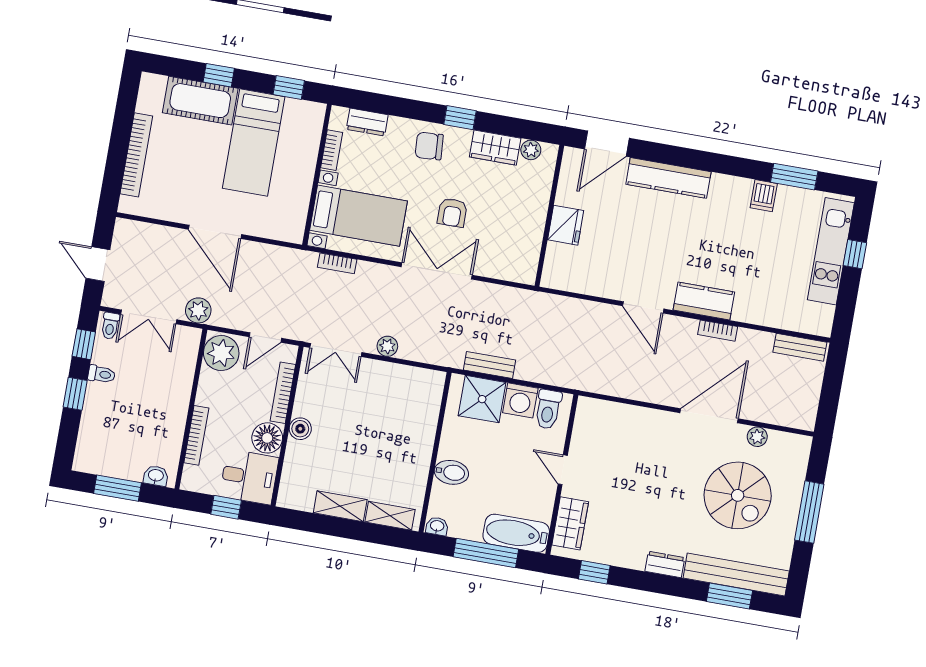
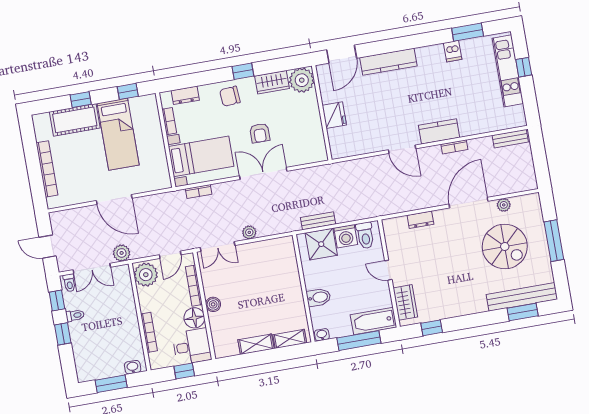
plant: (531, 150) -> (302, 80), width x1.87, depth x1.87
dresser: (665, 564) -> (420, 220), moved, turned 180

